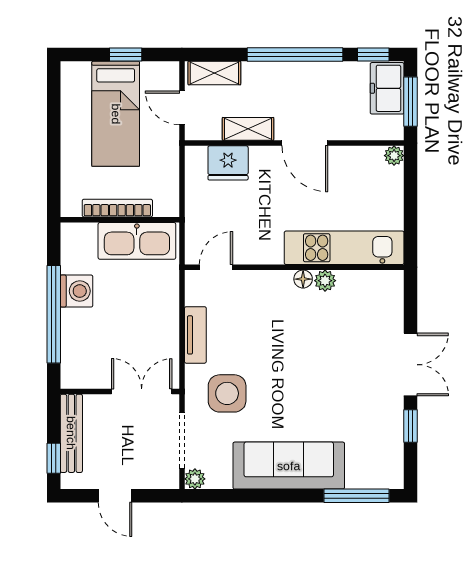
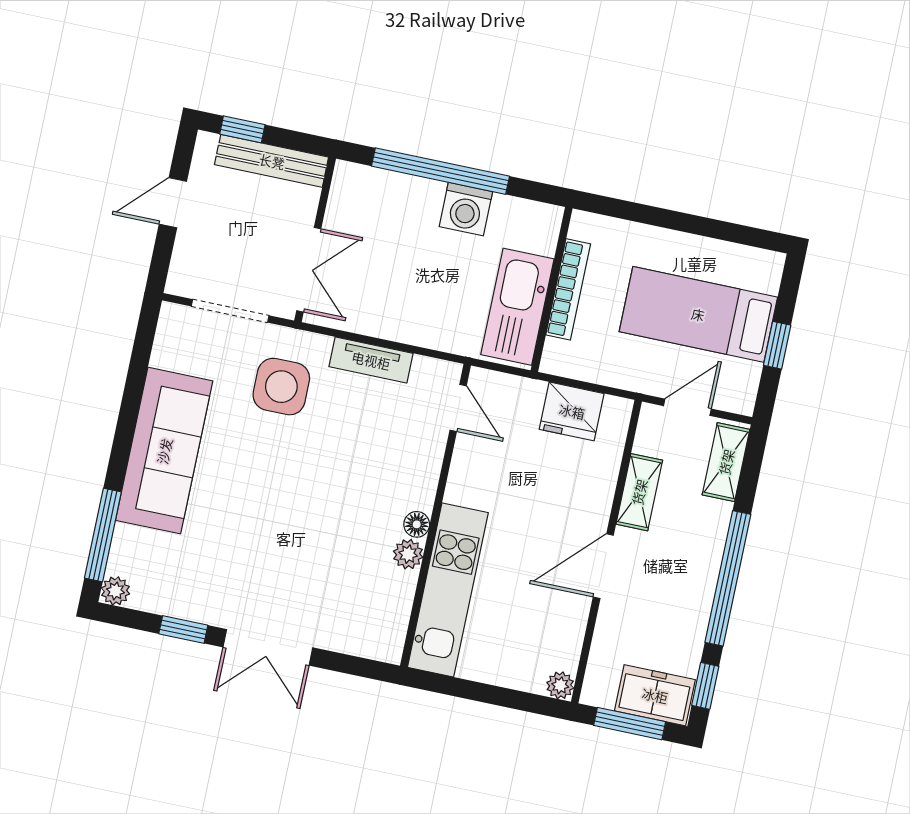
fridge: (228, 163) -> (572, 411), moved, turned -90
plant: (195, 479) -> (115, 591), moved

